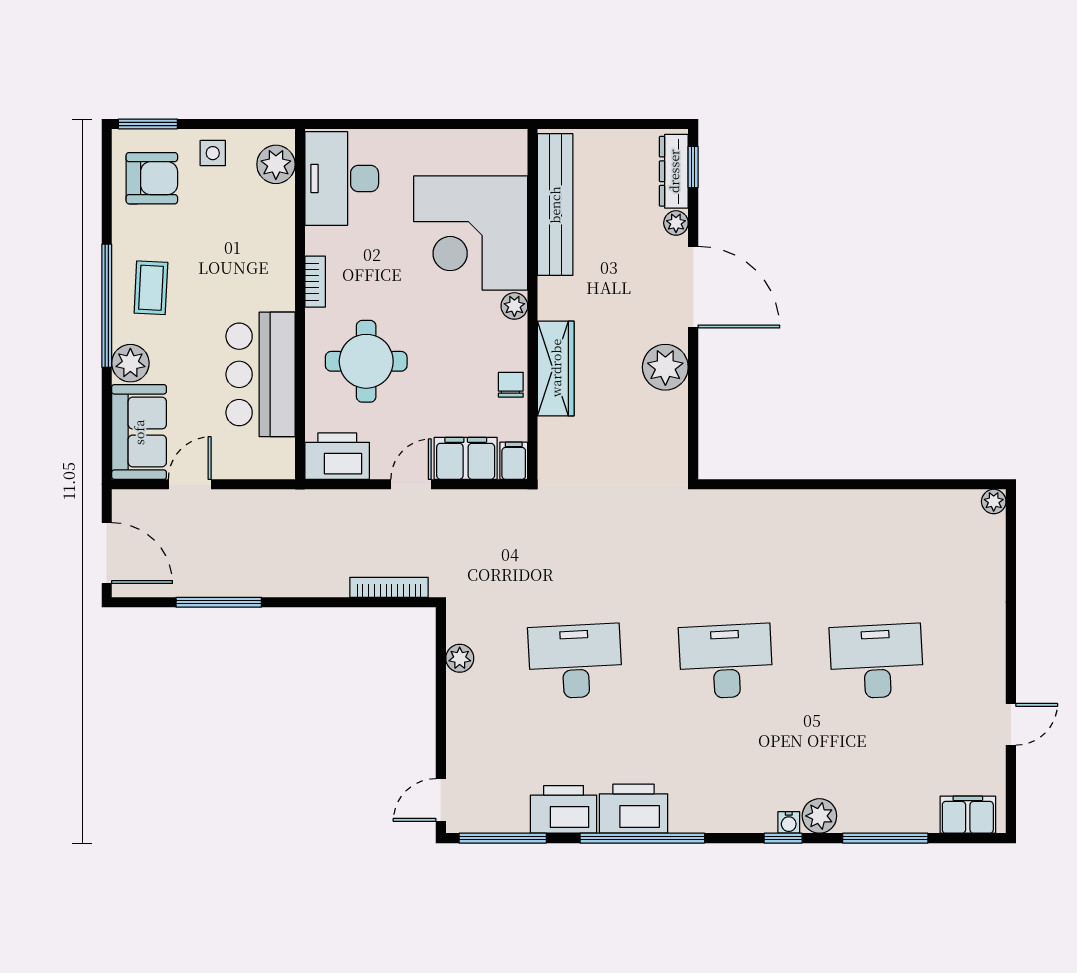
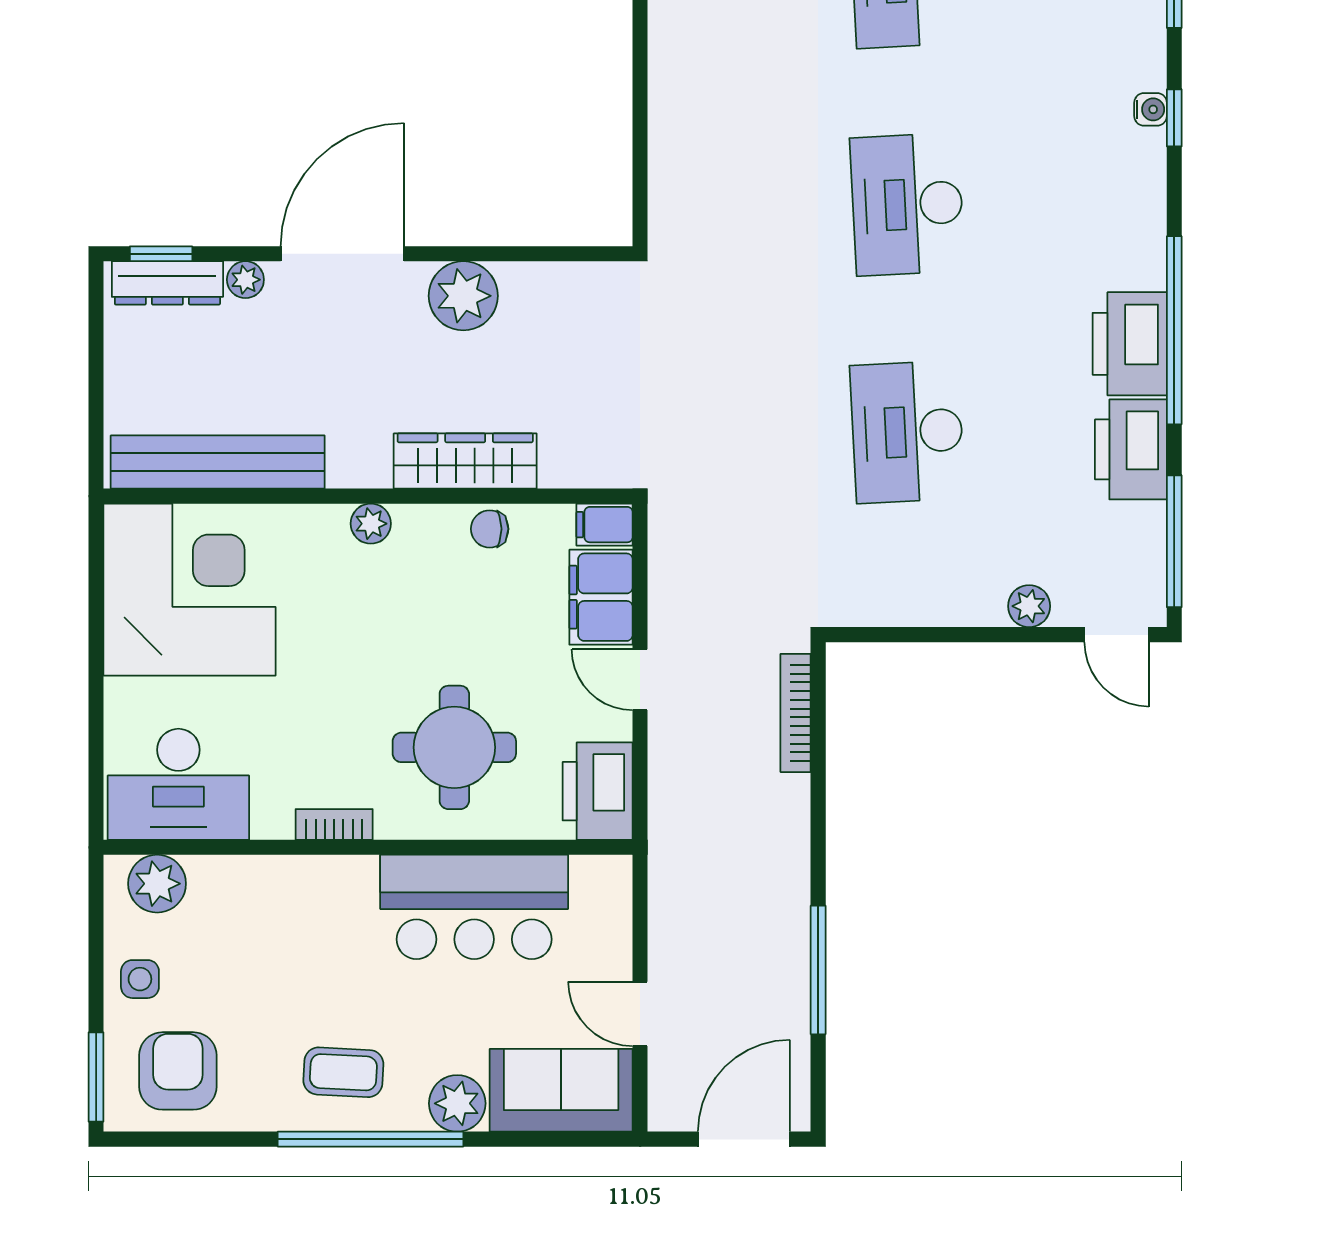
corner desk: (471, 233) -> (190, 590), moved, turned -90
plant: (460, 658) -> (1029, 606), moved
plant: (819, 816) -> (1141, 63), removed

